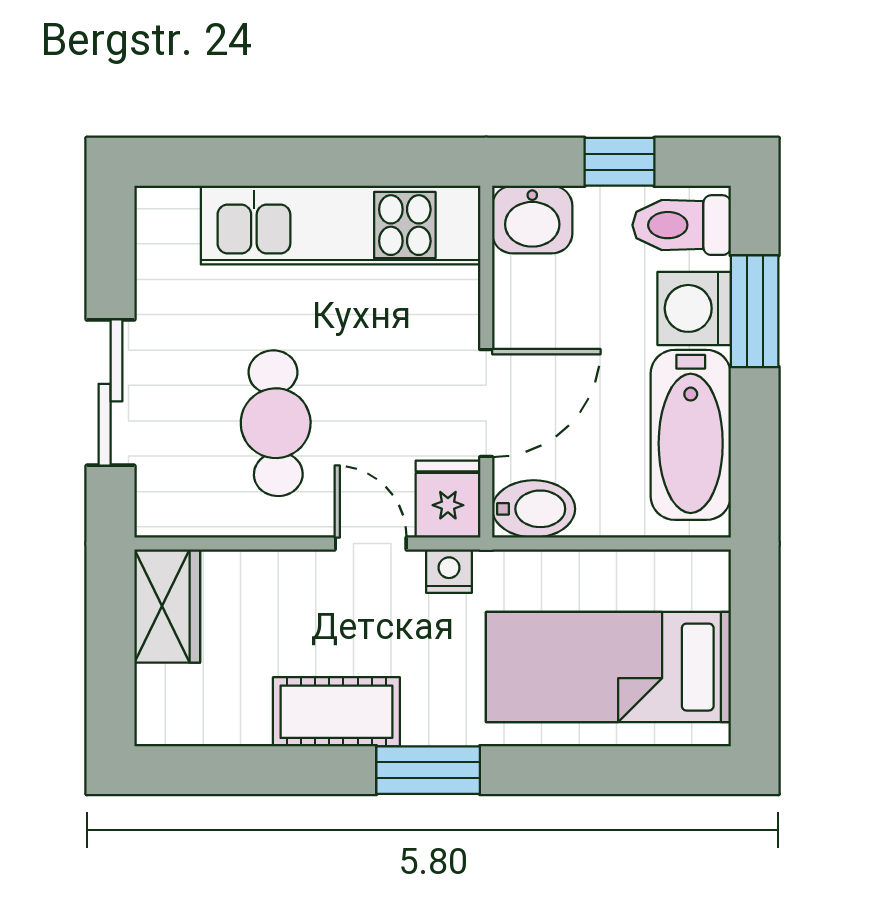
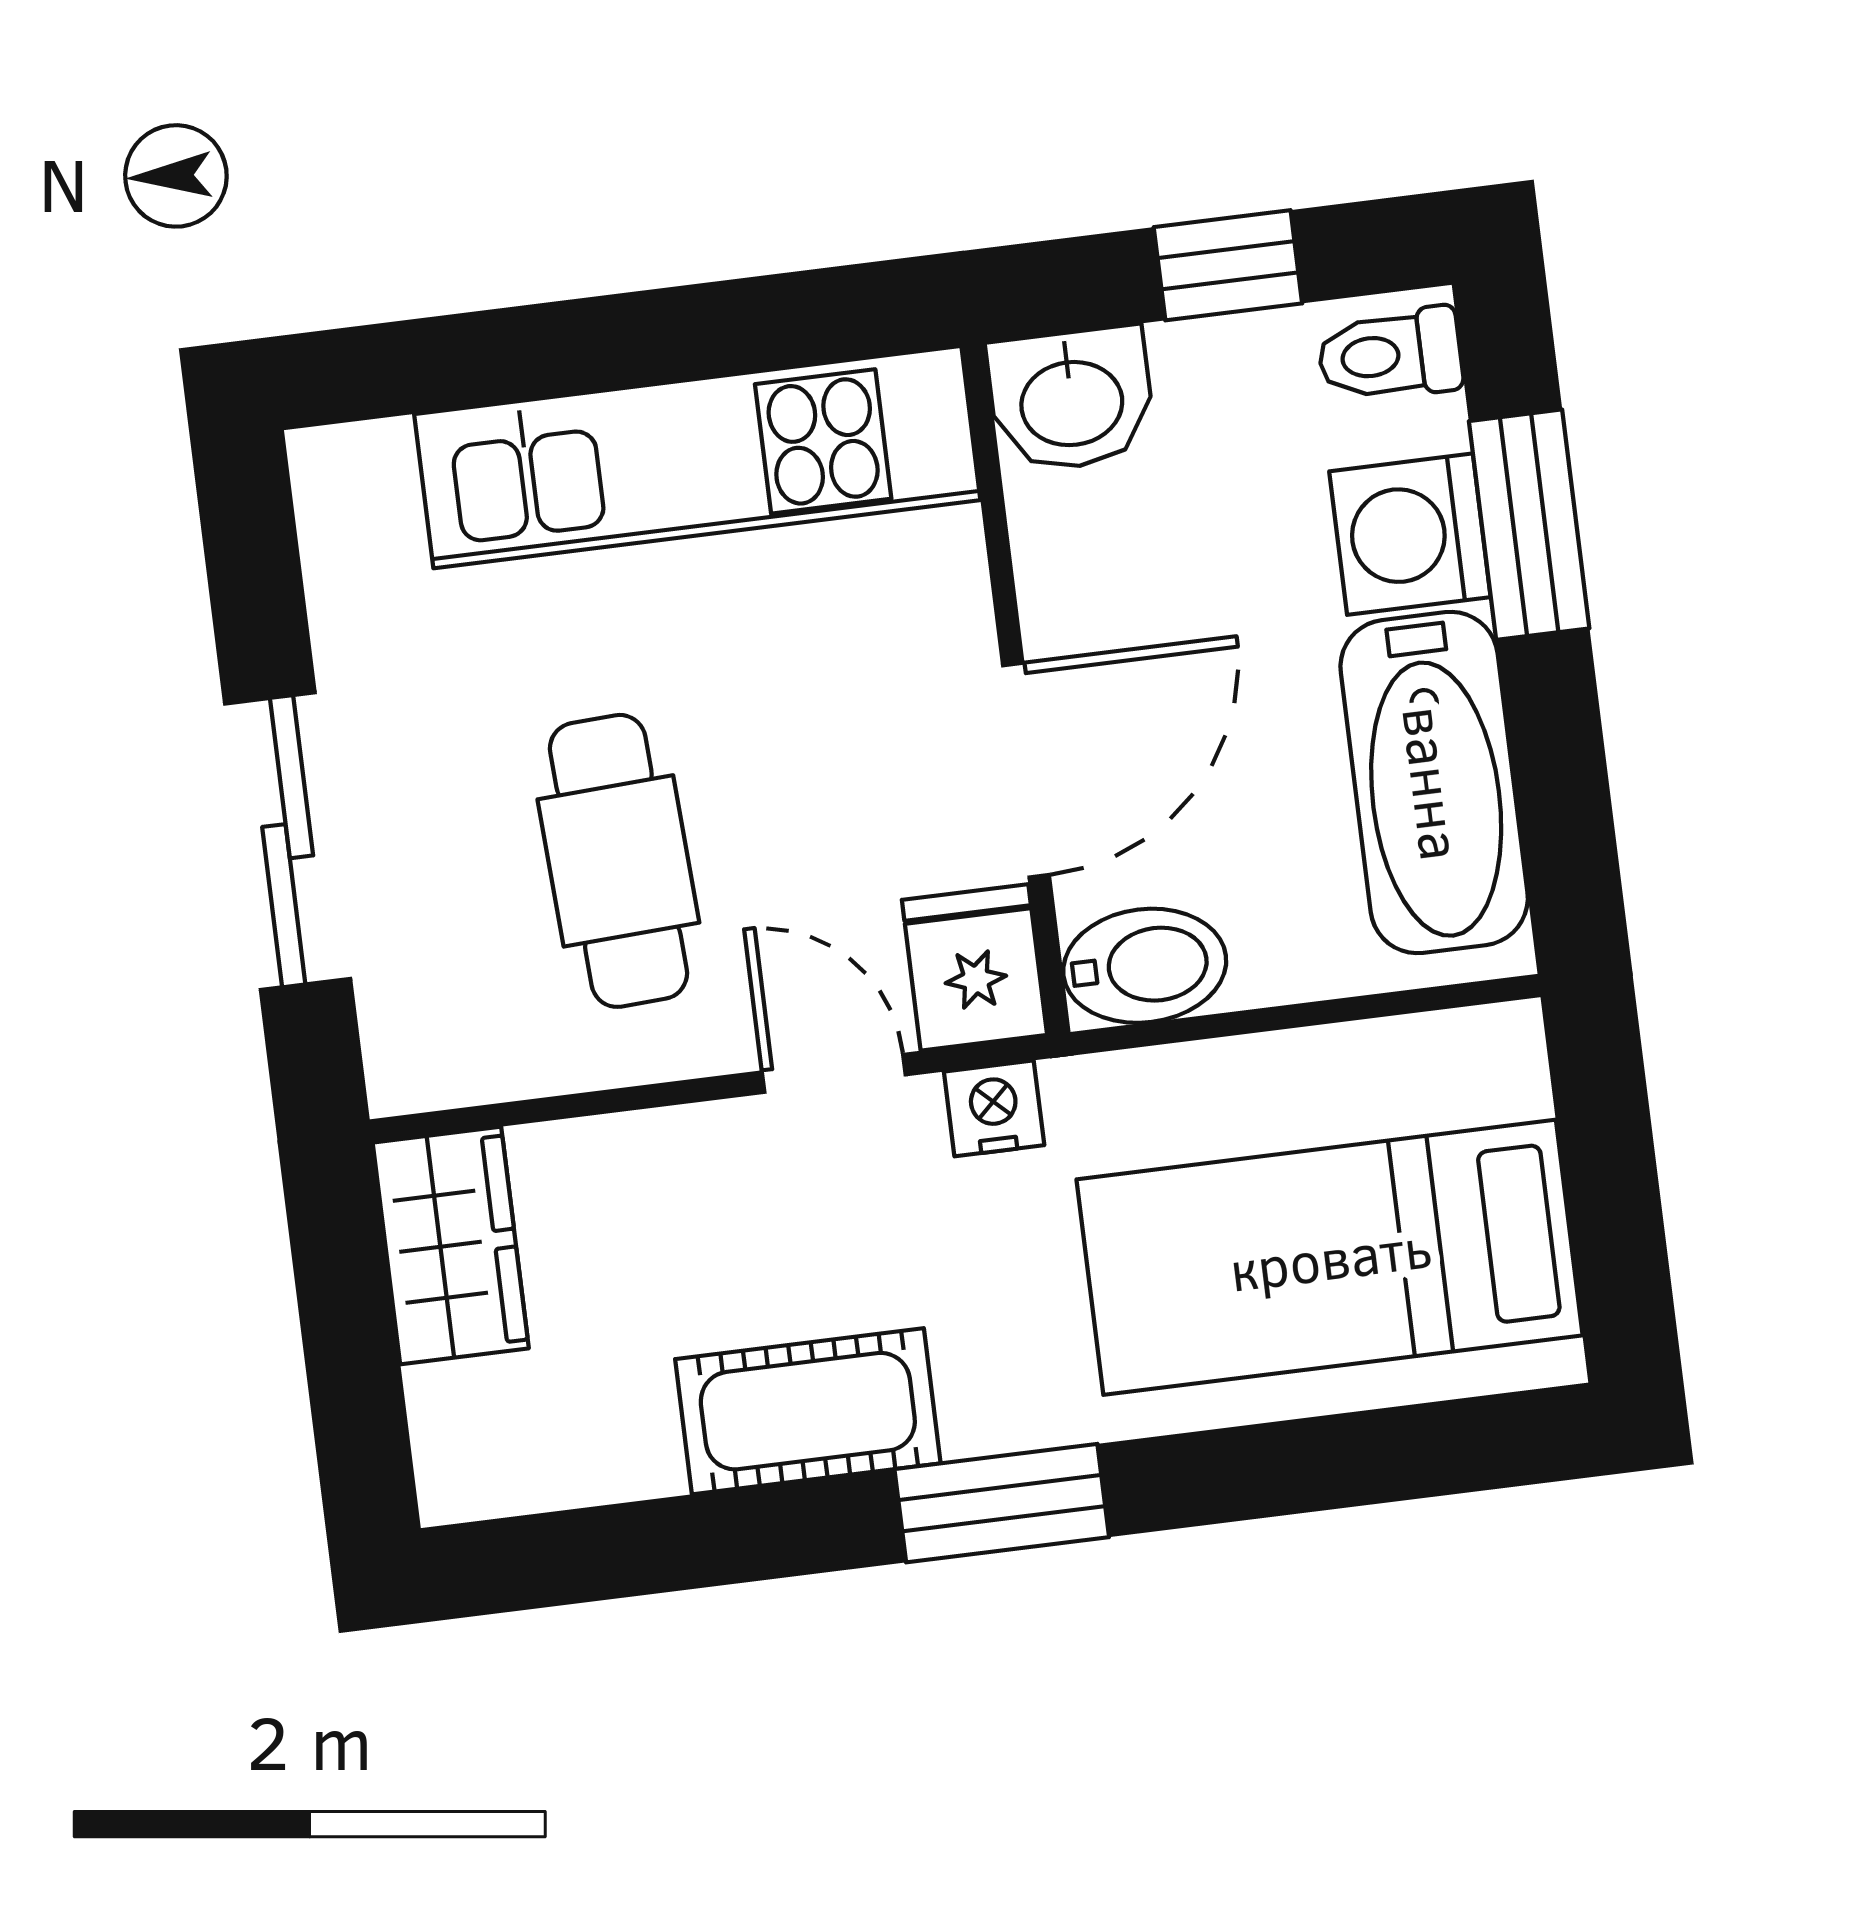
toilet: (682, 225) -> (1390, 355), width x0.73, depth x0.72

